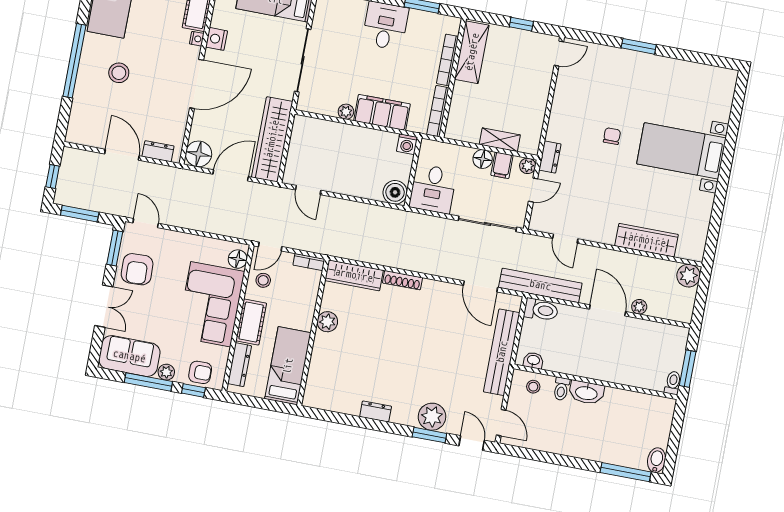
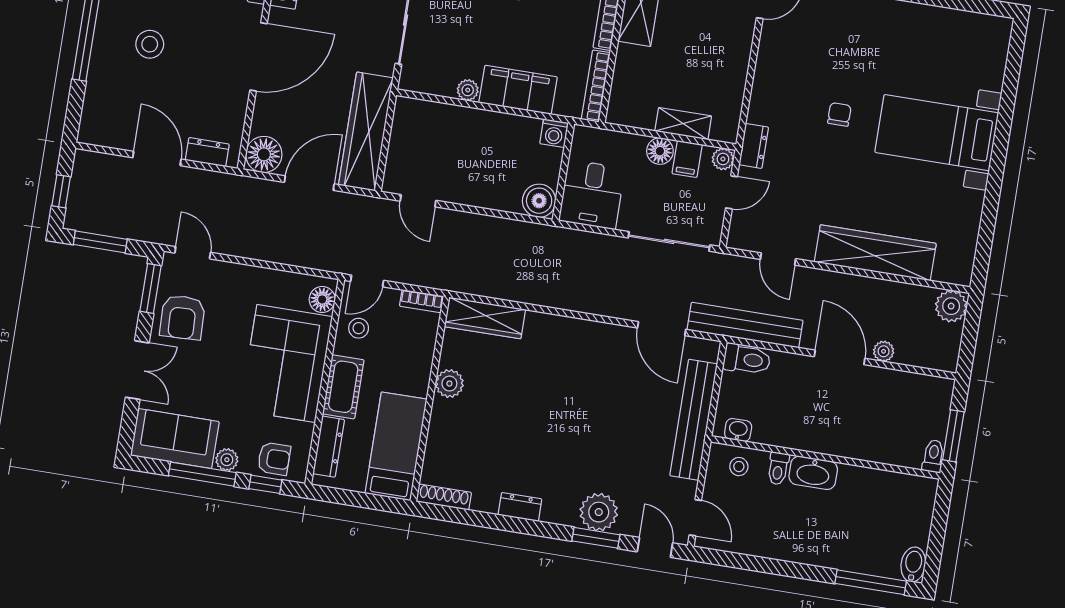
wardrobe: (647, 240) -> (875, 253), width x1.40, depth x1.17
shoe rack: (402, 280) -> (444, 497), moved, turned 180

